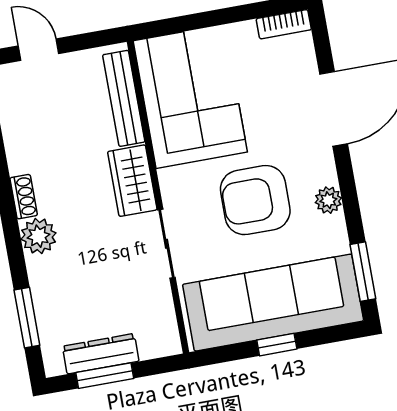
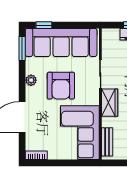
bench: (124, 98) -> (107, 142), width x0.73
armchair: (255, 200) -> (61, 86), turned 90
window: (277, 345) -> (44, 25), moved

